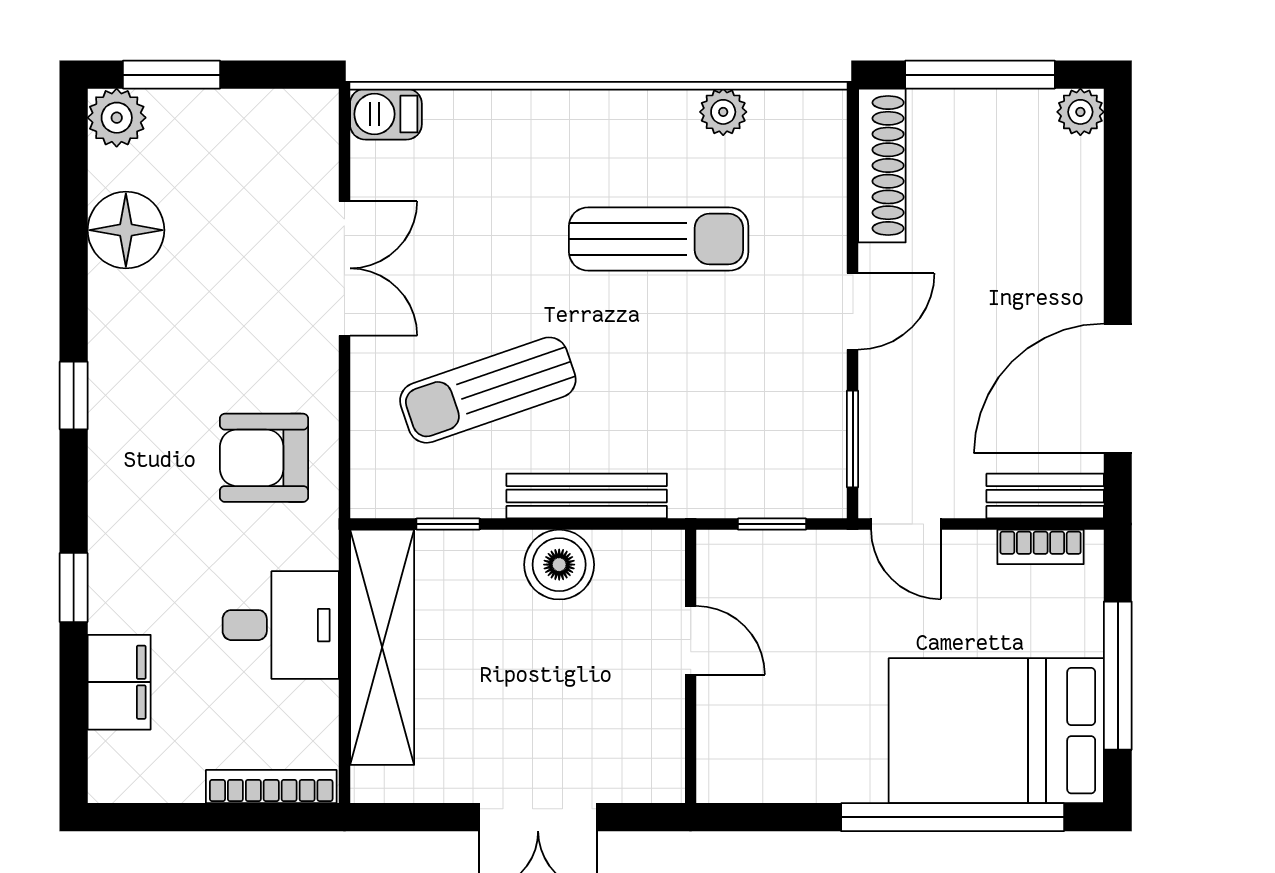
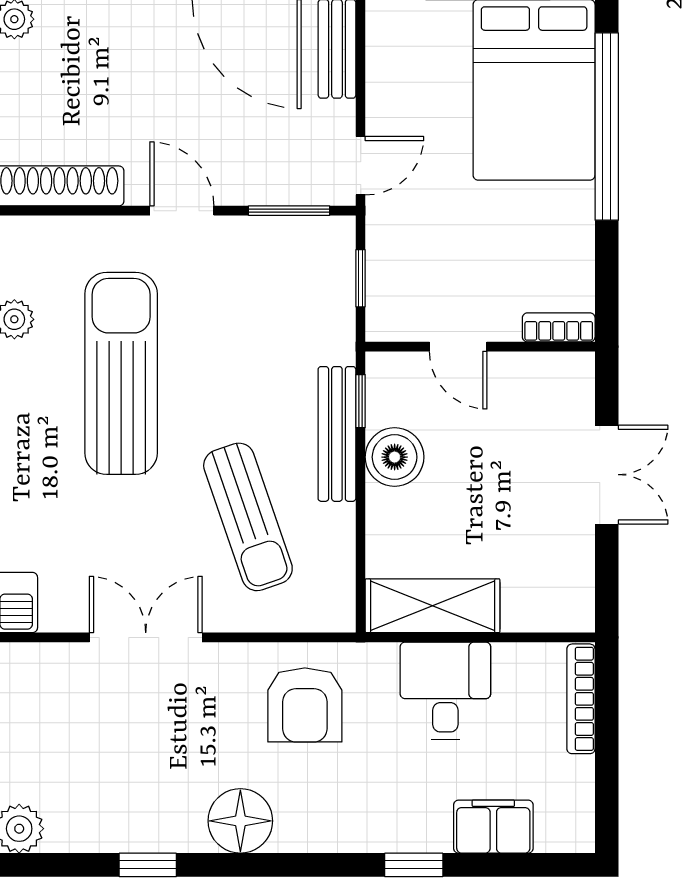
floor lamp: (126, 230) -> (240, 821), moved
sun lounger: (659, 239) -> (121, 373), width x1.36, depth x1.34
window: (74, 395) -> (148, 865), moved
window: (448, 524) -> (361, 401), moved
bookcase: (1041, 547) -> (559, 327), moved, turned -90
door: (691, 640) -> (458, 347), swing flipped
shelving: (382, 647) -> (433, 606), width x0.68

